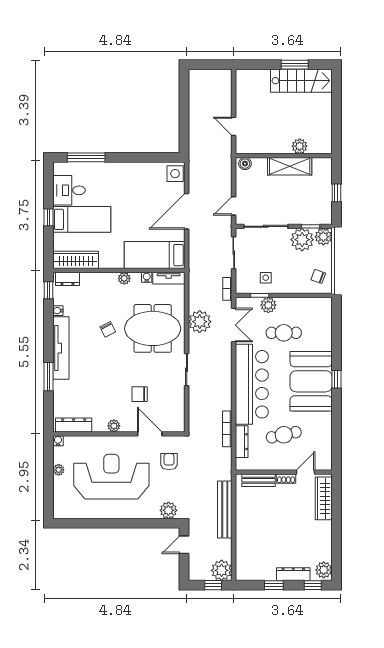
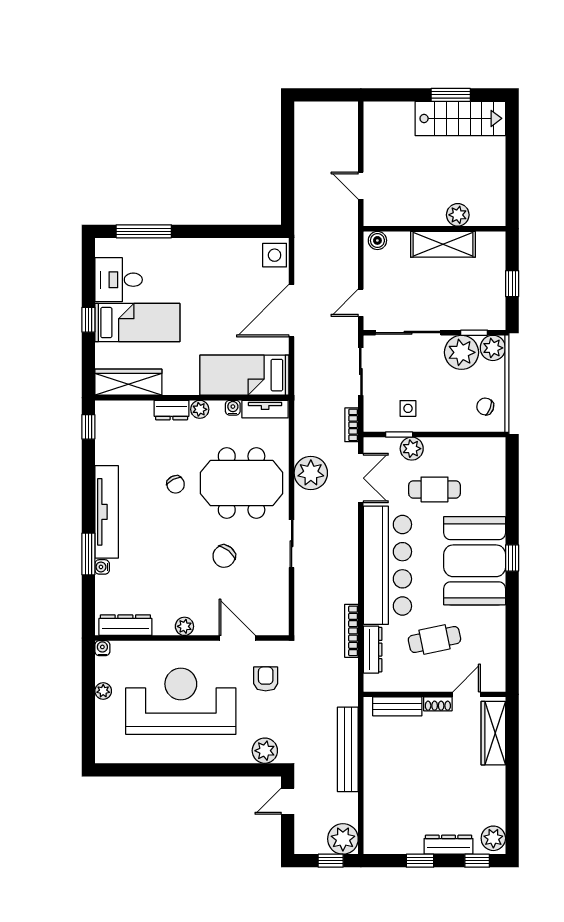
dresser: (67, 279) -> (172, 410), moved
water cooler: (58, 311) -> (102, 567), moved
chair: (140, 394) -> (224, 556), moved, turned -51

